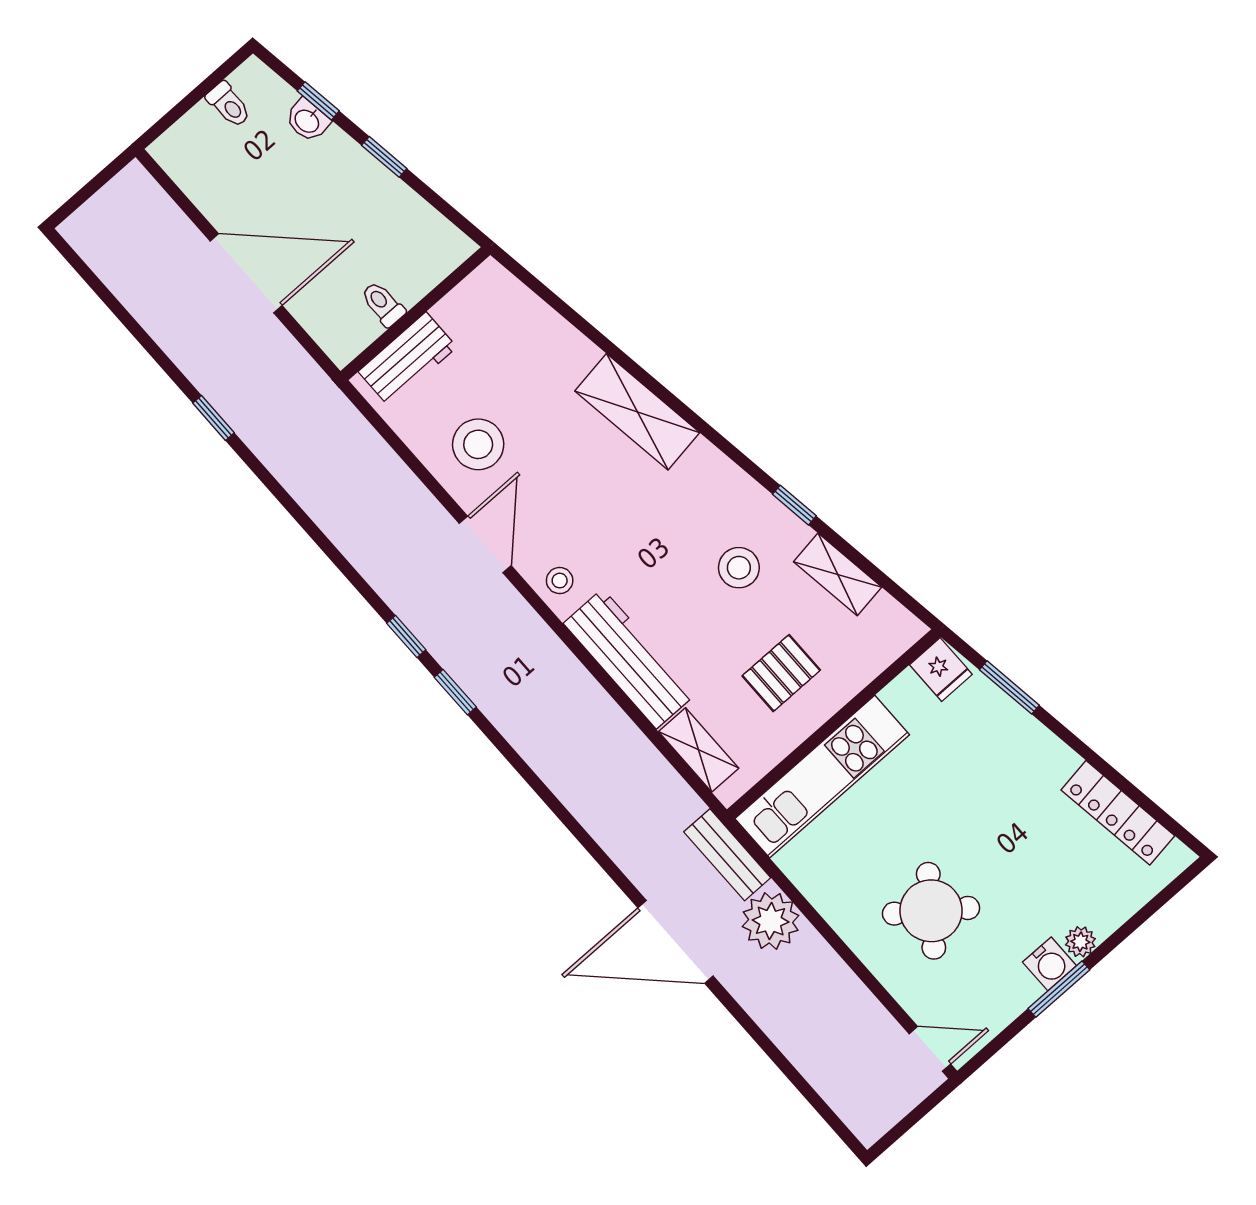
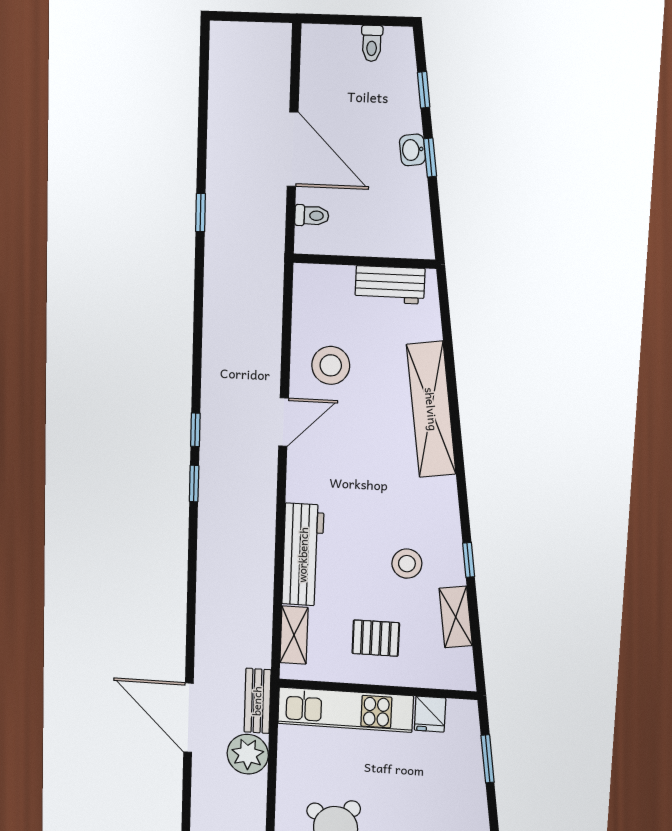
washbasin: (307, 120) -> (412, 150), moved
toilet: (383, 304) -> (312, 216), moved, turned 90
workbench: (408, 359) -> (390, 285), moved
shelving: (637, 412) -> (431, 409), width x1.47
stool: (560, 581) -> (305, 479), removed
fridge: (941, 670) -> (430, 714), moved

